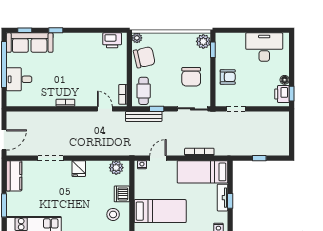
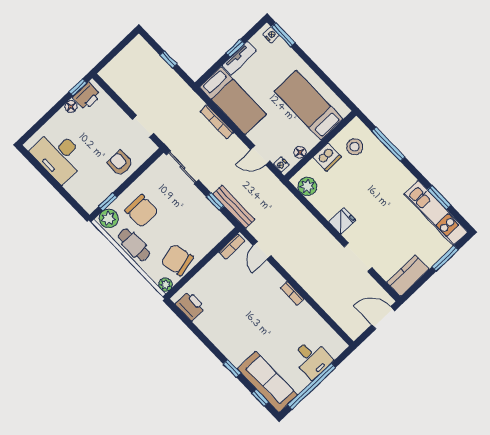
chair: (191, 77) -> (142, 211), moved, turned 90
cafe table: (144, 91) -> (134, 245), moved, turned 90
floor lamp: (139, 181) -> (300, 152), added

